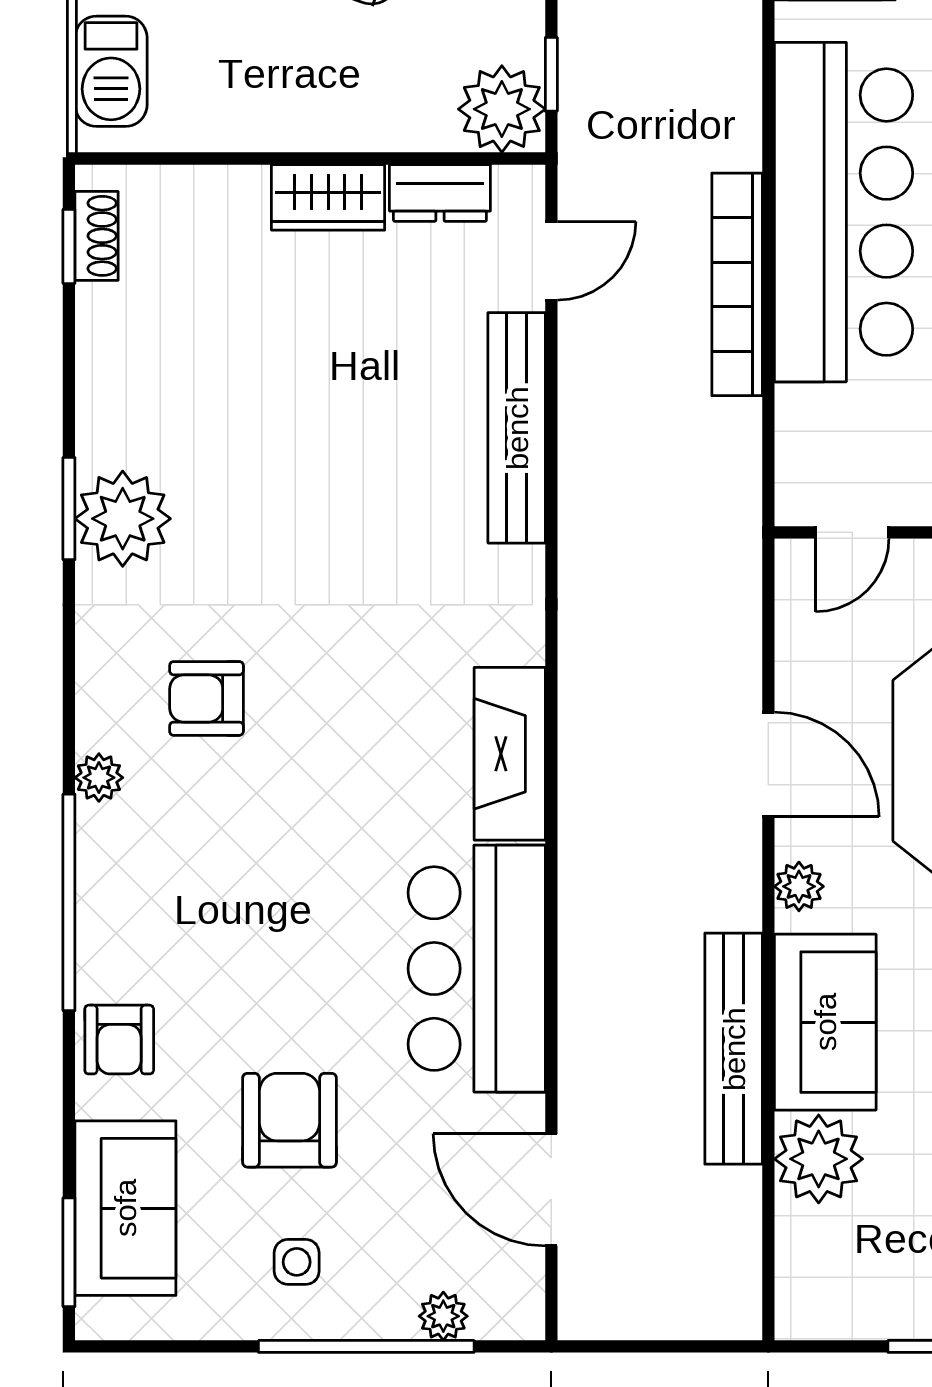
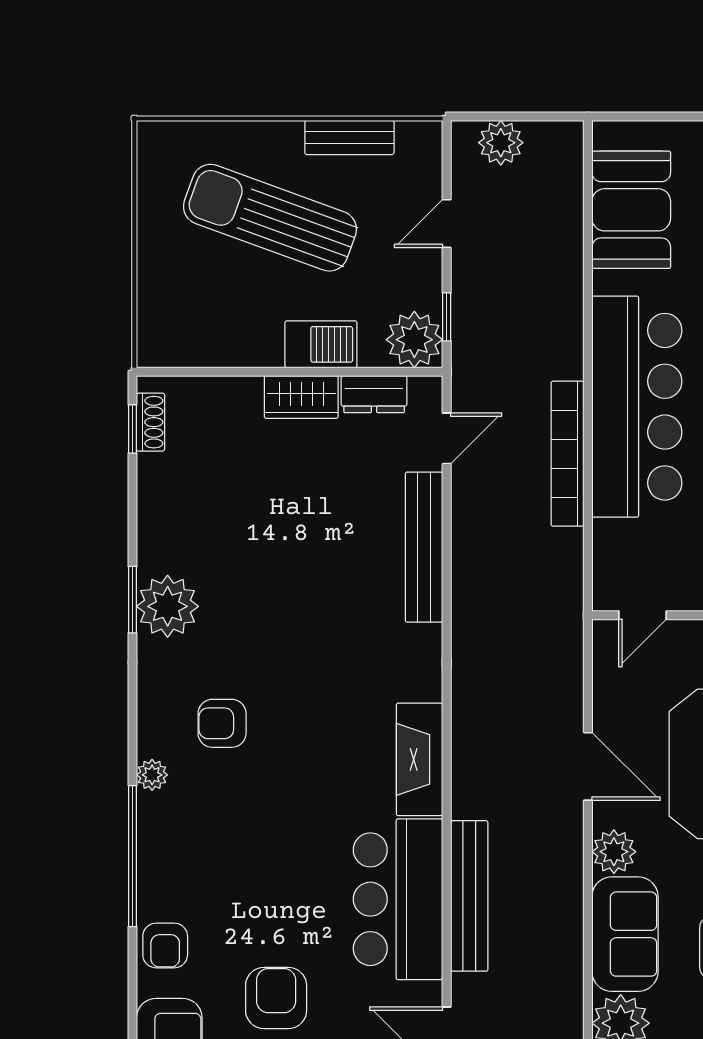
barbecue: (111, 71) -> (321, 344), moved, turned -90
plant: (799, 886) -> (614, 852), width x1.38, depth x1.38
bench: (734, 1049) -> (469, 896), moved

